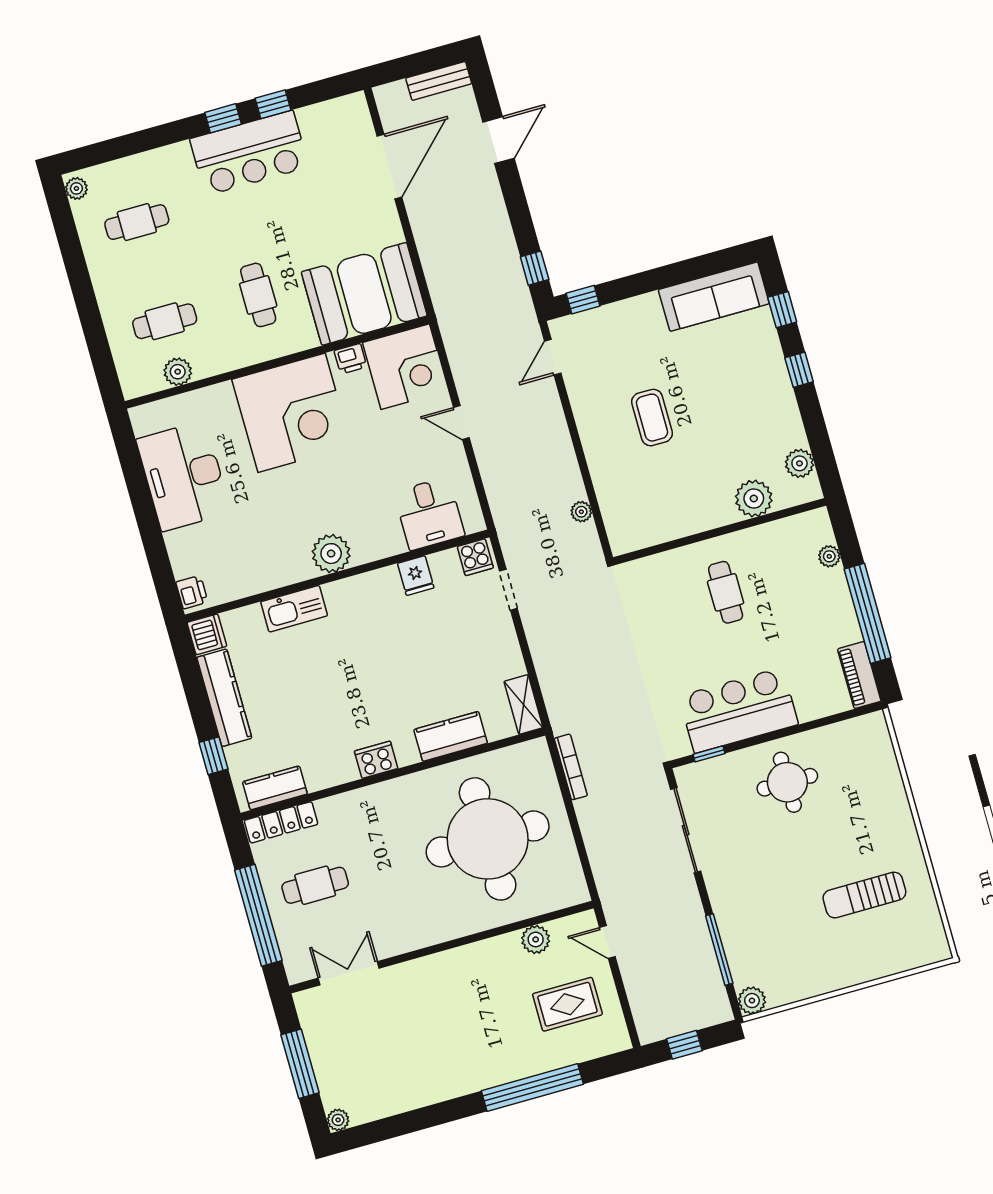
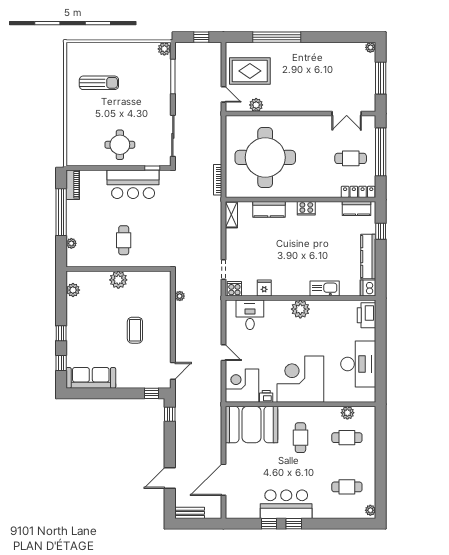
plant: (754, 499) -> (118, 280), moved
printer: (192, 592) -> (367, 315), width x1.87, depth x1.48
rug: (567, 1004) -> (250, 71), width x1.36, depth x1.43

